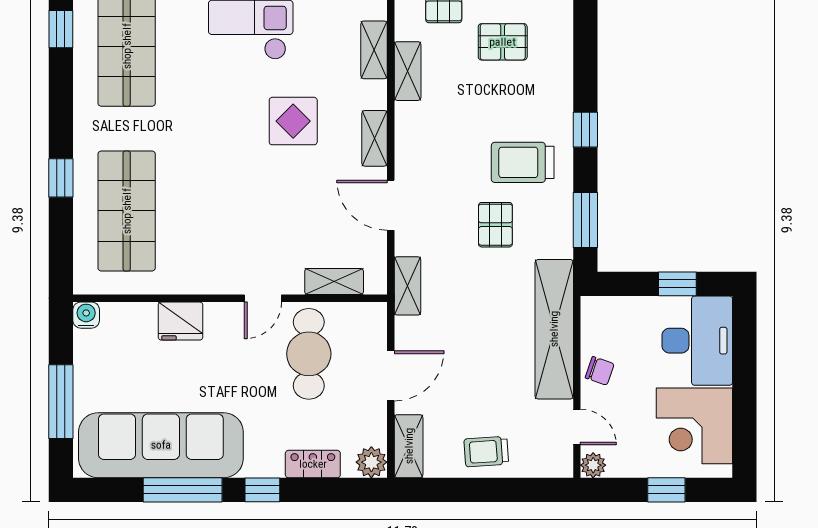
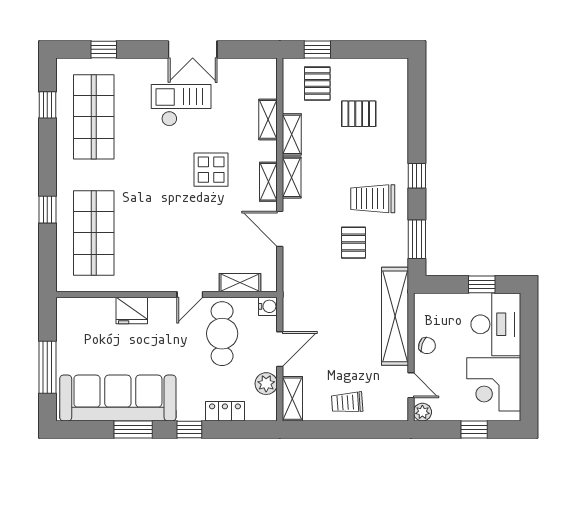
shelving: (407, 286) -> (292, 177), moved
water cooler: (86, 315) -> (268, 306), moved, turned 90
plant: (371, 462) -> (266, 384), moved
window: (183, 490) -> (133, 429), width x0.69

